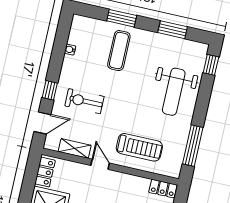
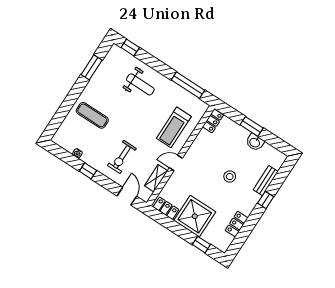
window: (122, 18) -> (68, 104), removed
window: (50, 90) -> (88, 171), moved
weight bench: (174, 92) -> (140, 84), width x0.73, depth x0.75
treadmill: (139, 147) -> (174, 127), turned 180

